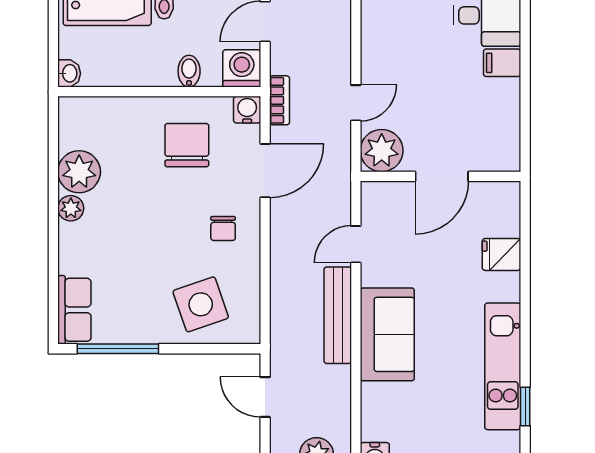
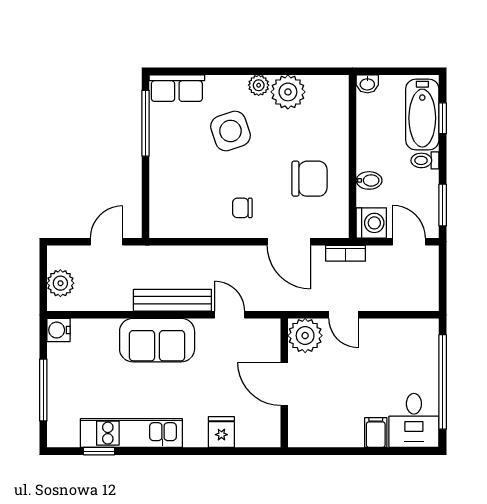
water cooler: (247, 110) -> (338, 227), removed
side table: (201, 304) -> (230, 131), moved

